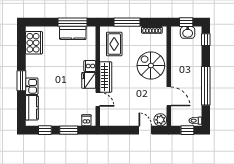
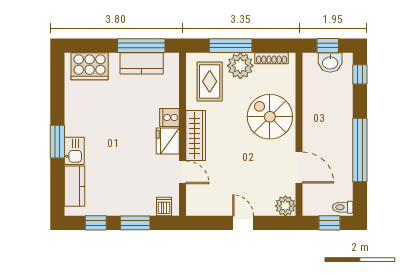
plant: (133, 34) -> (240, 66), added
cooker: (34, 43) -> (90, 66), moved, turned 90
door: (145, 130) -> (243, 223), moved

